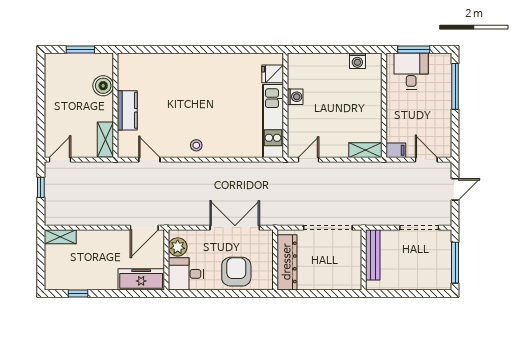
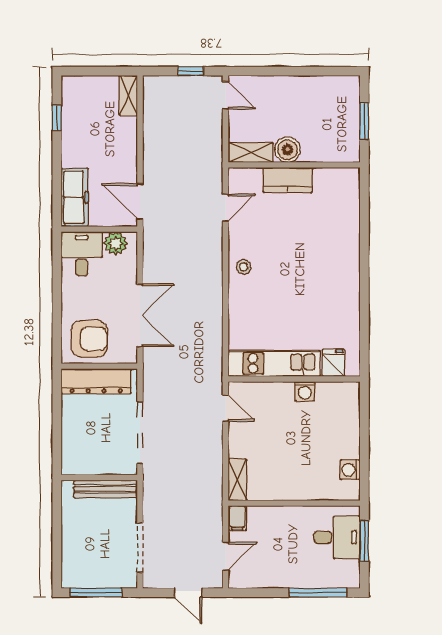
boiler: (103, 86) -> (288, 150), moved
armchair: (236, 272) -> (89, 339), moved

